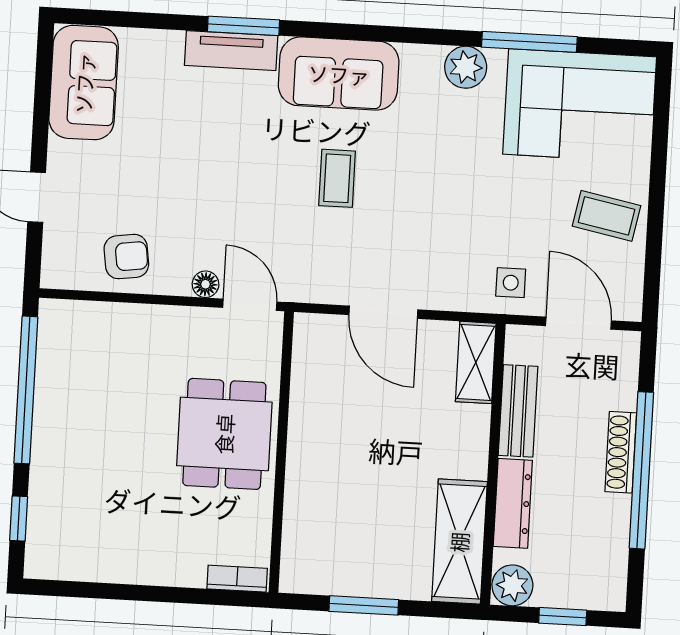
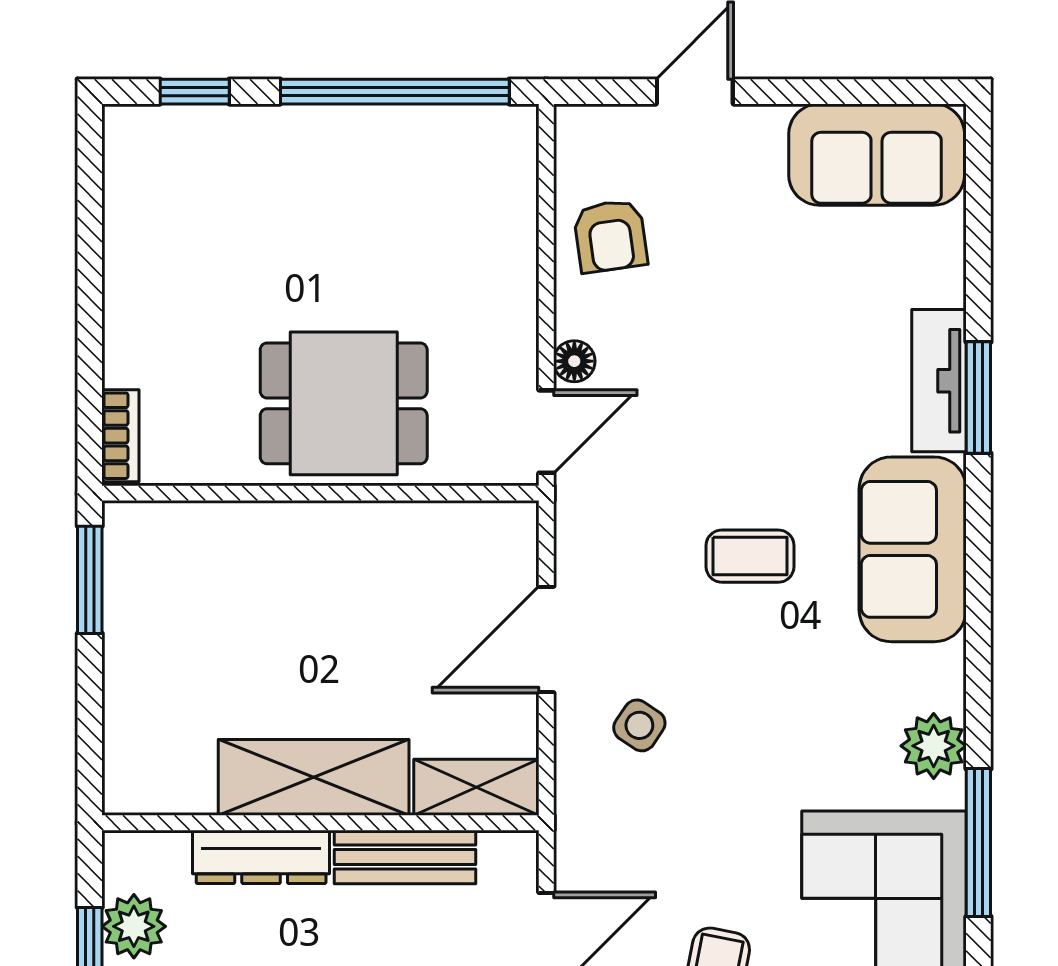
side table: (511, 283) -> (639, 725), moved, turned 34
shelving: (459, 542) -> (314, 777), moved
plant: (512, 585) -> (134, 926), moved
window: (364, 605) -> (90, 580), moved

